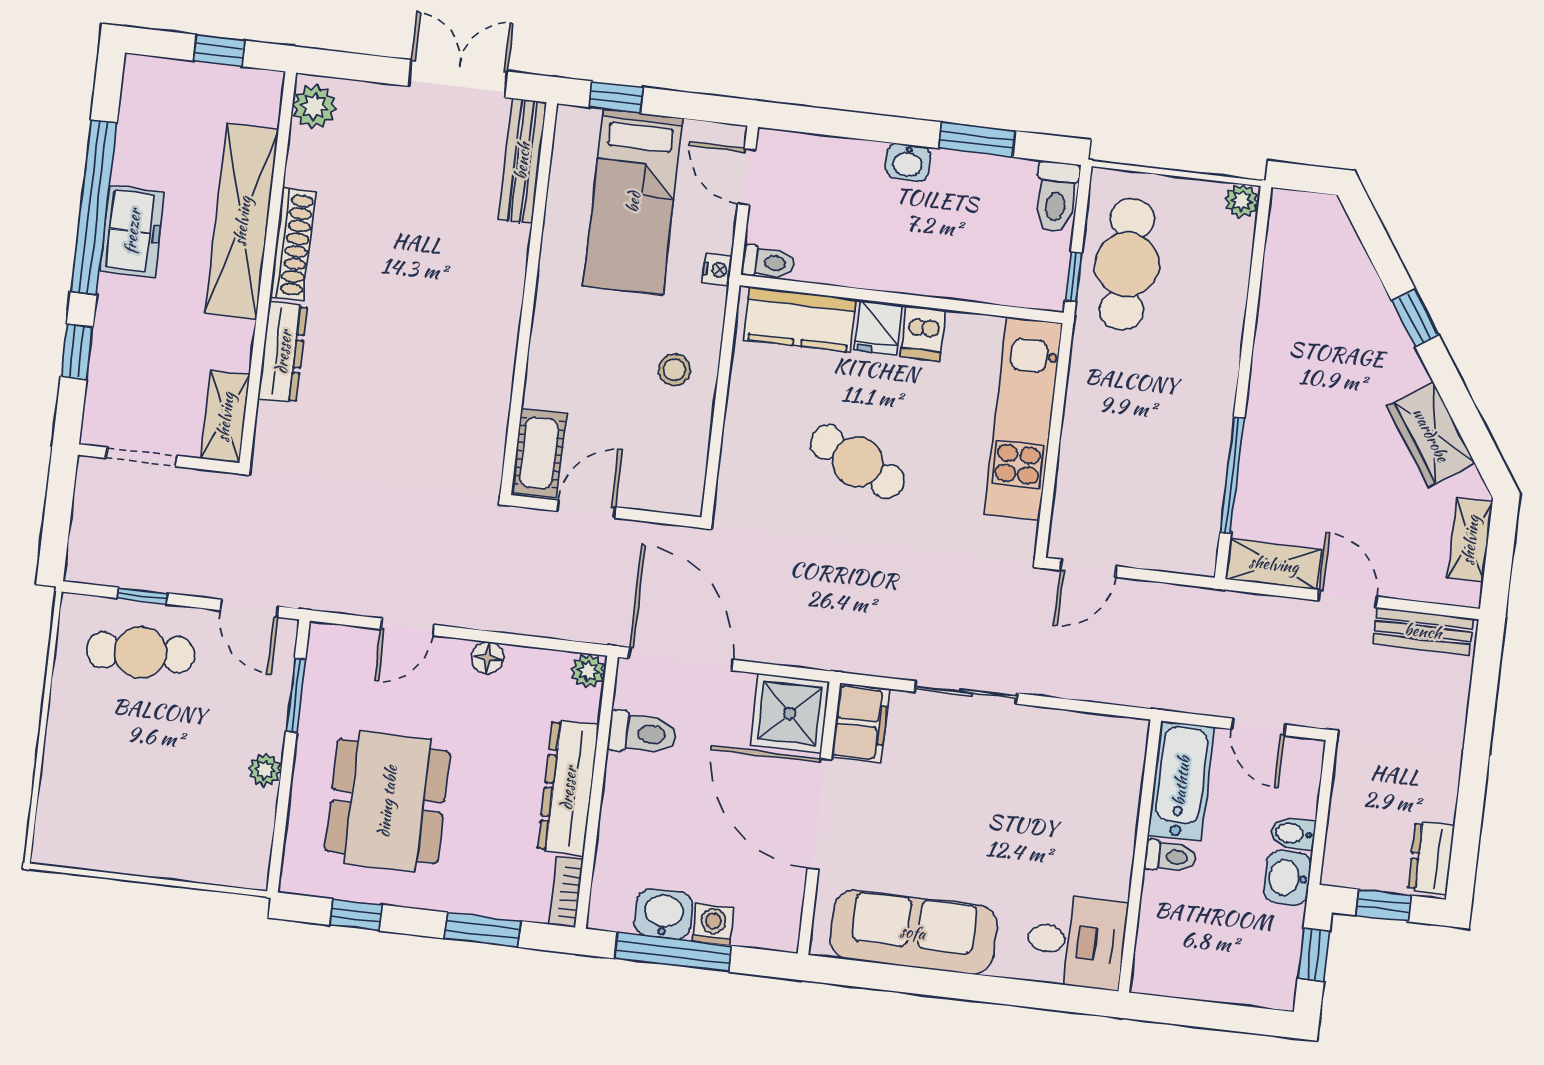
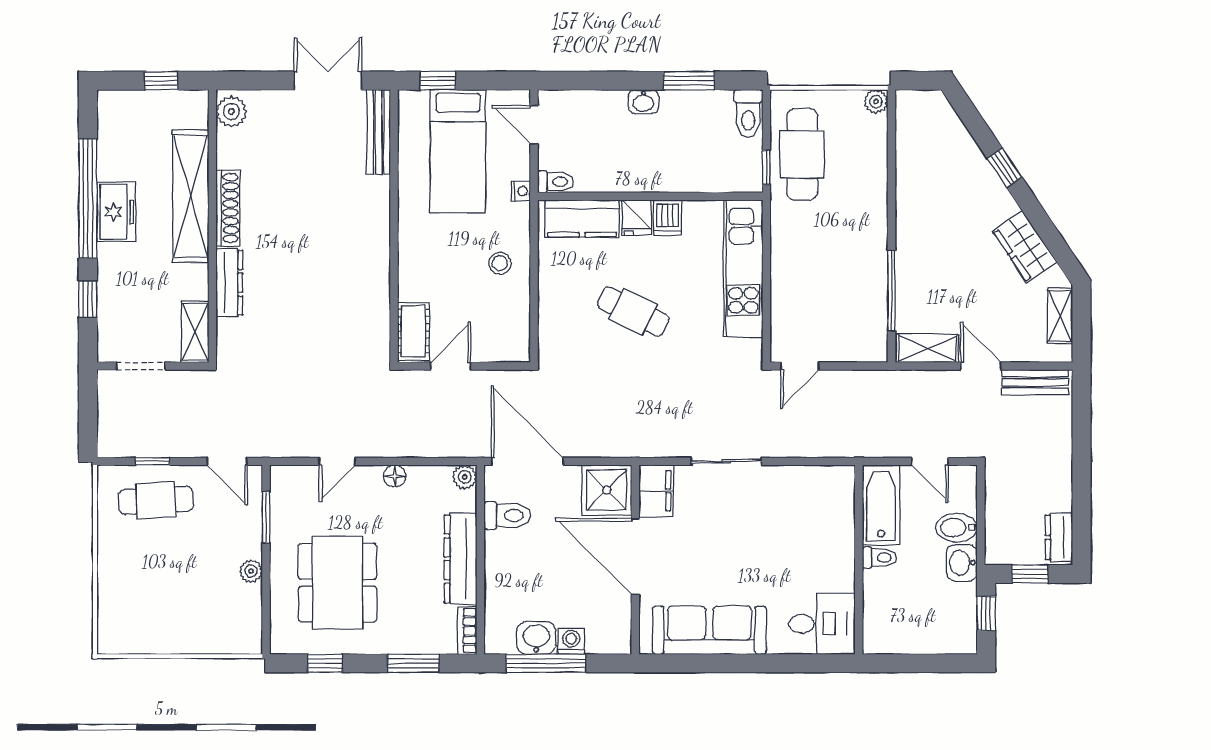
bidet: (1293, 833) -> (956, 528), width x1.38, depth x1.36

